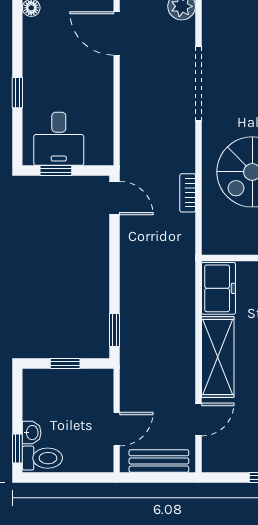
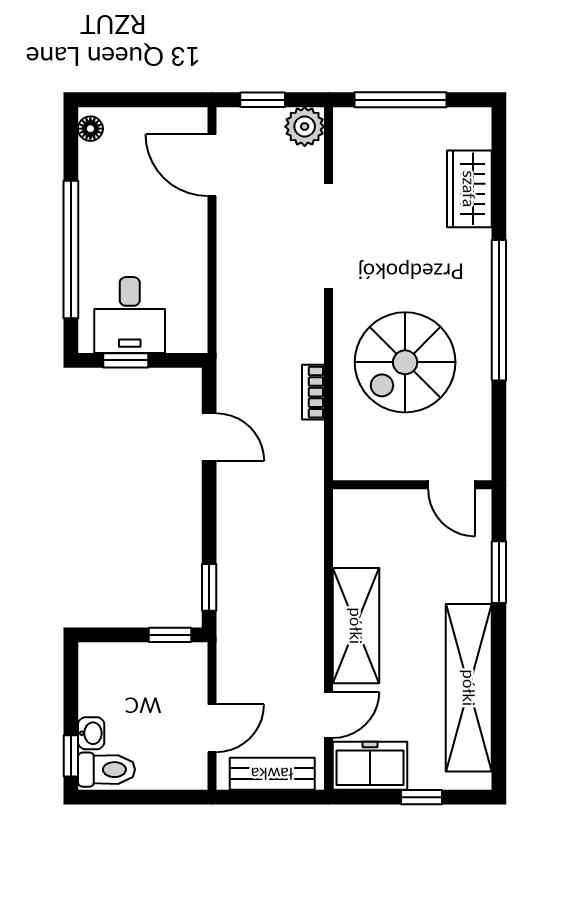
window: (17, 93) -> (71, 249), width x3.17
door: (115, 198) -> (209, 437), moved
freezer: (218, 288) -> (370, 766), moved, turned -90
window: (65, 363) -> (170, 635), moved

